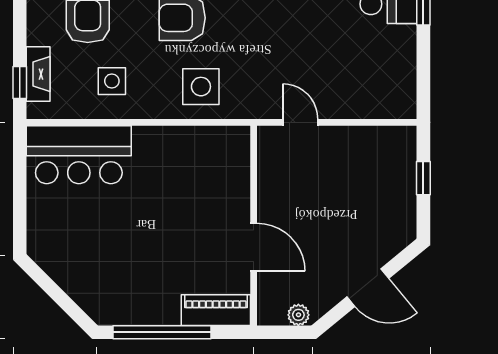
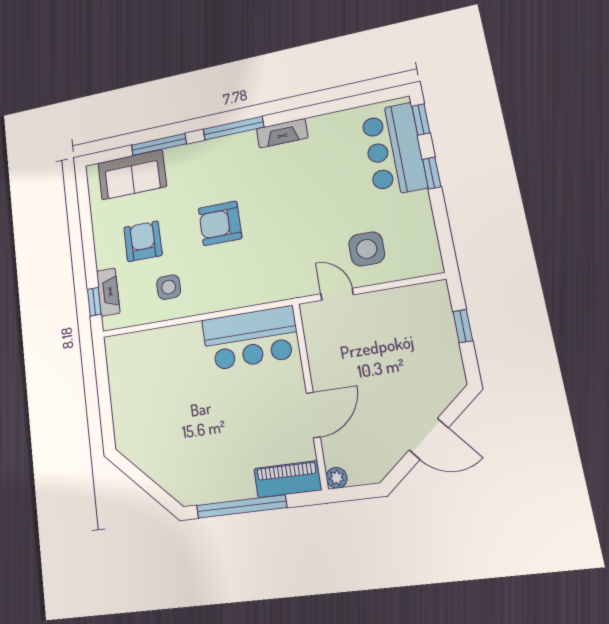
side table: (201, 87) -> (367, 249), moved
bar counter: (79, 155) -> (251, 338), moved
door: (254, 247) -> (313, 415), hinge flipped
plant: (298, 315) -> (337, 478), moved

